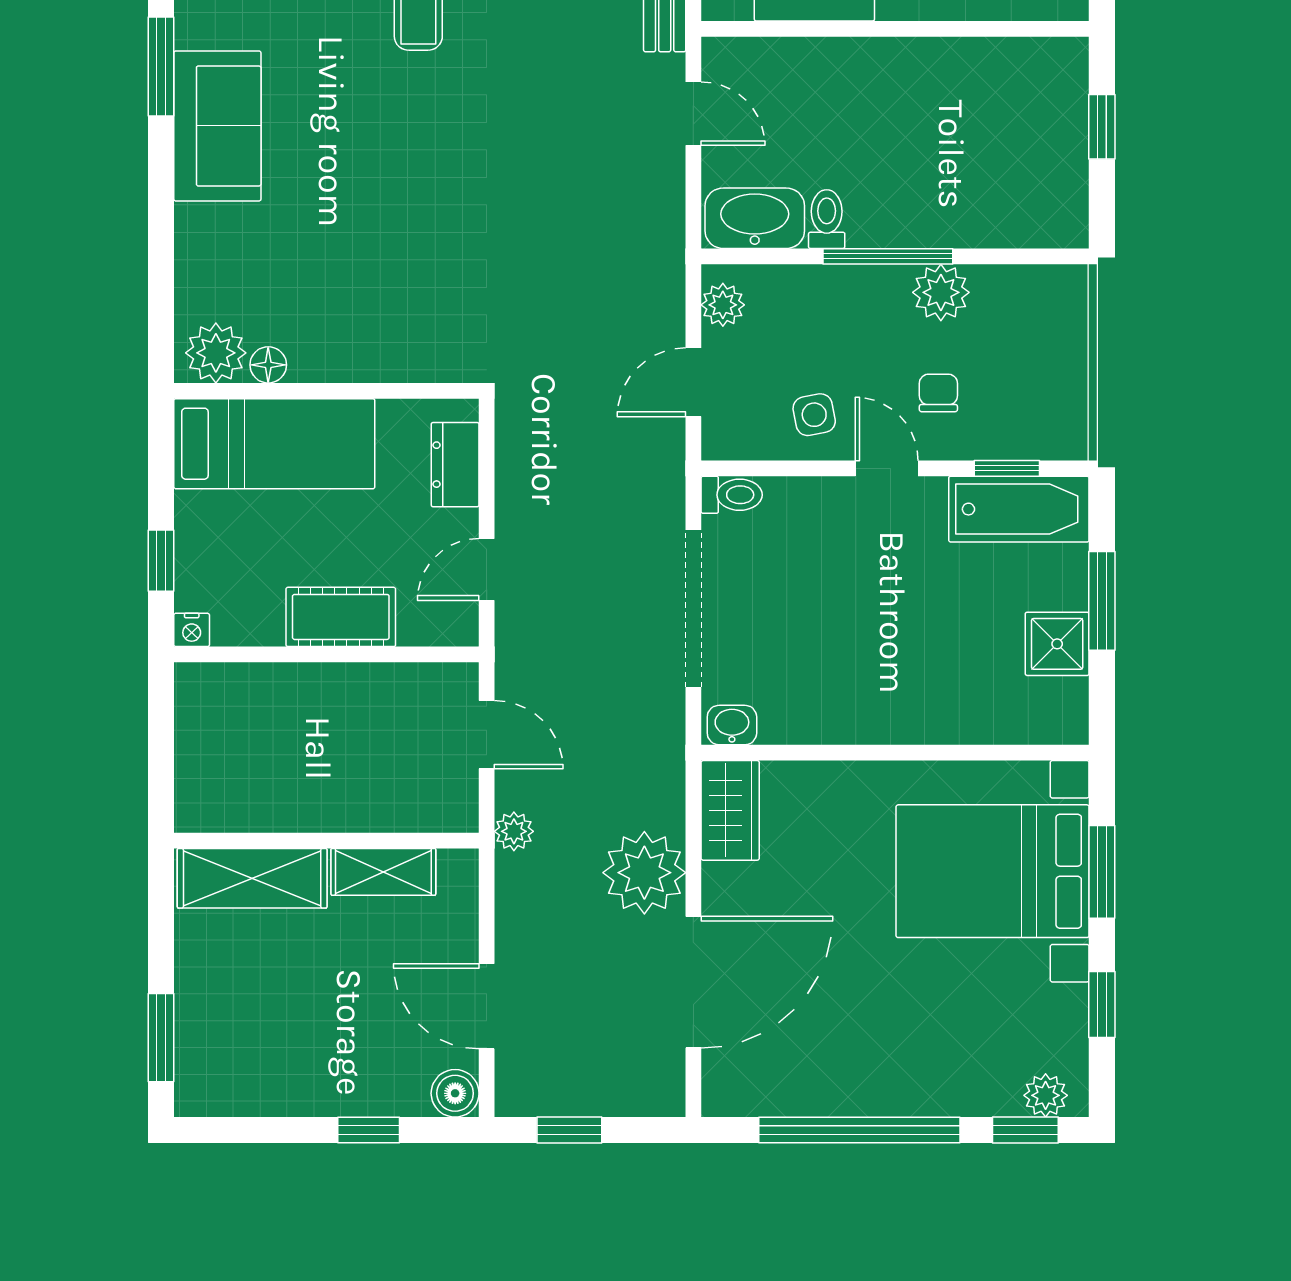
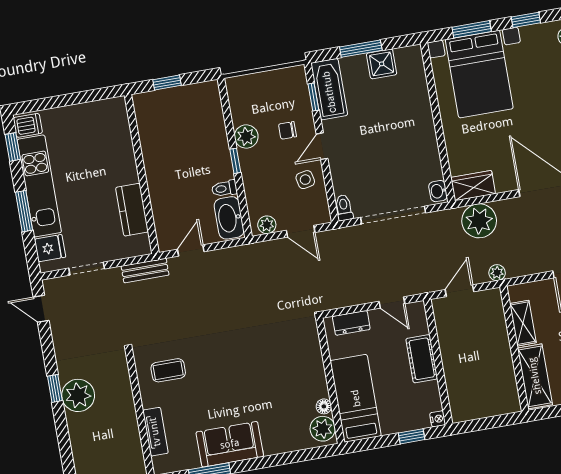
window: (888, 256) -> (235, 161), width x0.46
plant: (644, 873) -> (479, 221), moved

